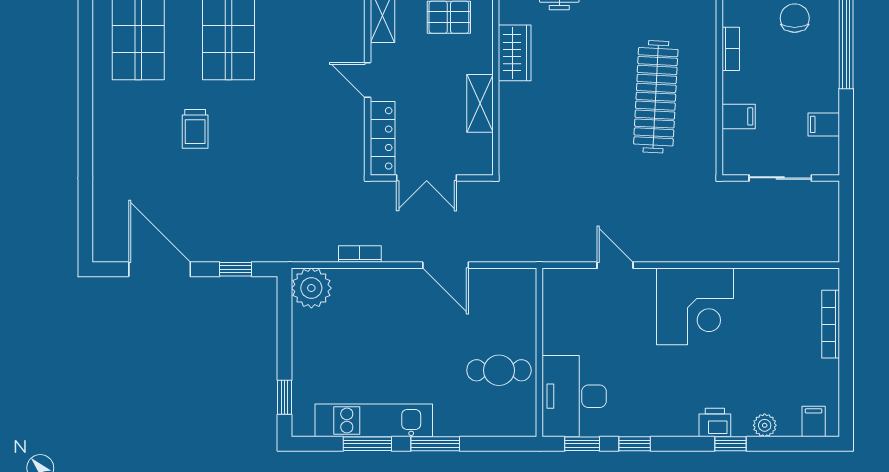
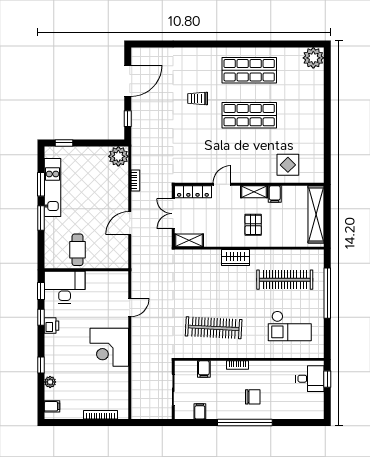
shelving: (480, 103) -> (189, 240), moved
printer: (715, 423) -> (51, 326), moved

